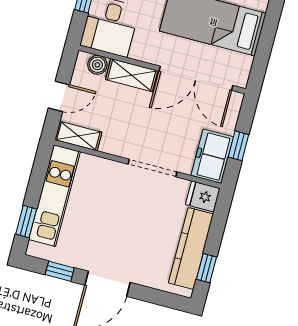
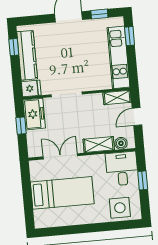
double door: (196, 78) -> (60, 156), width x0.73

